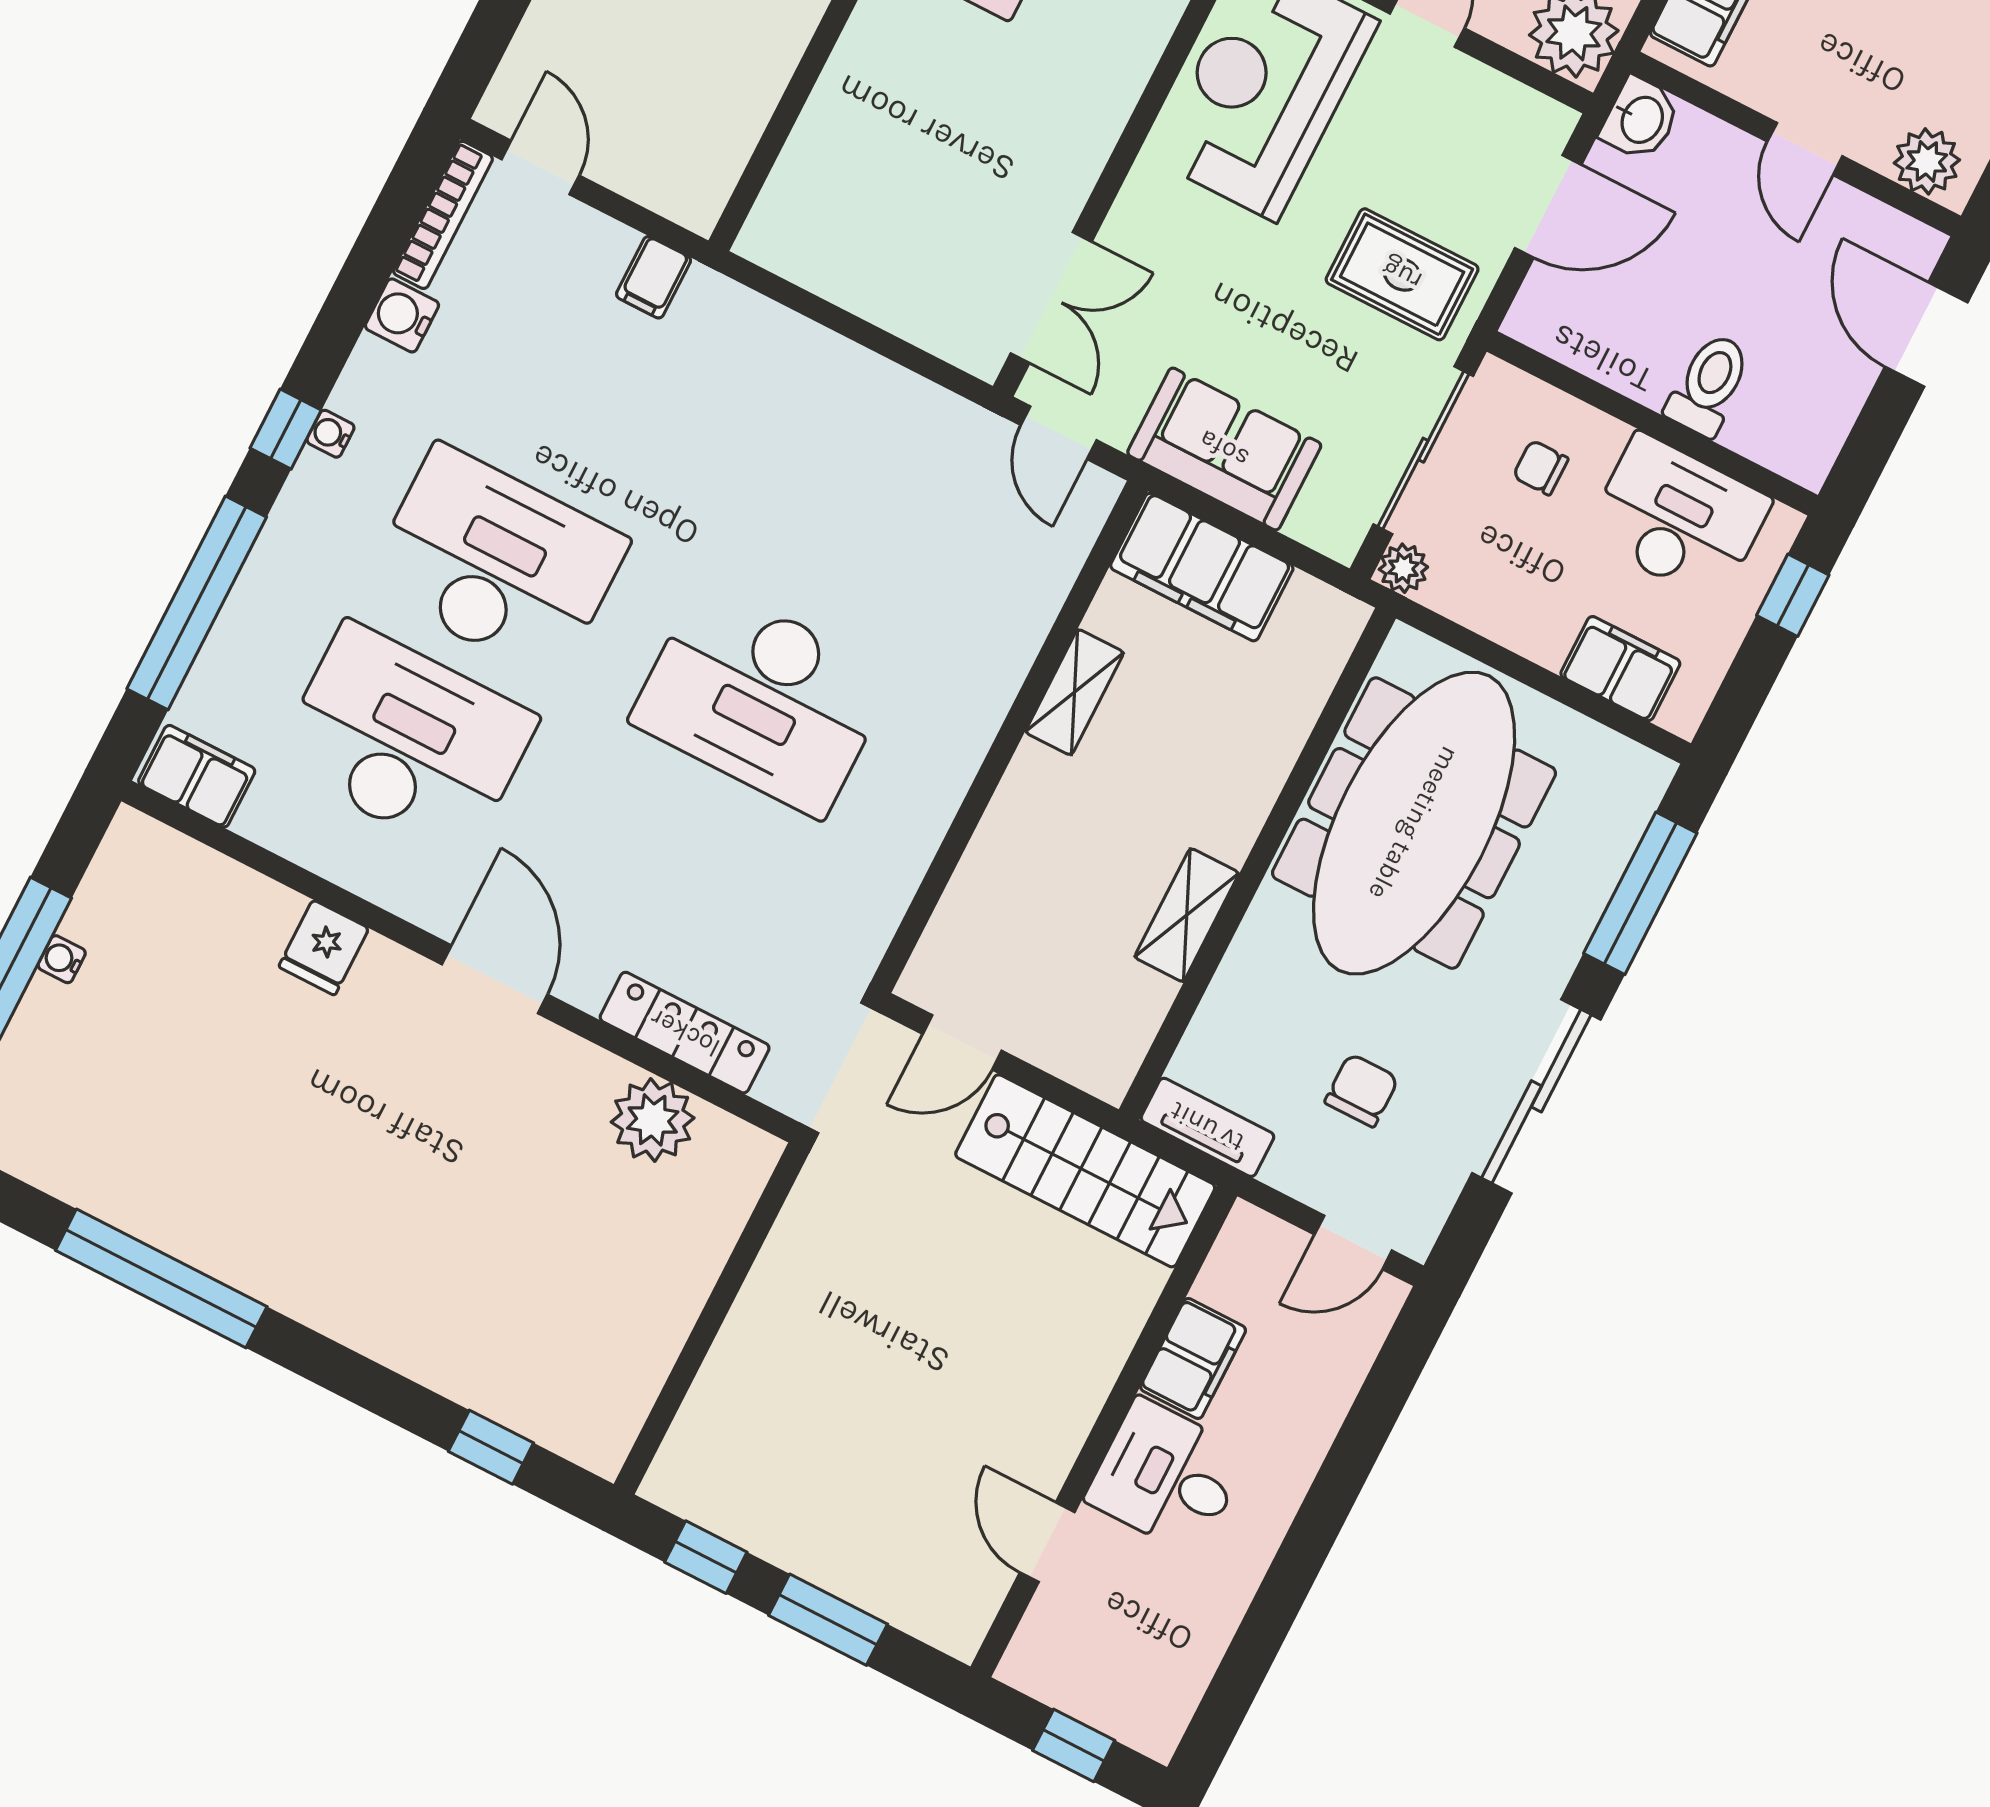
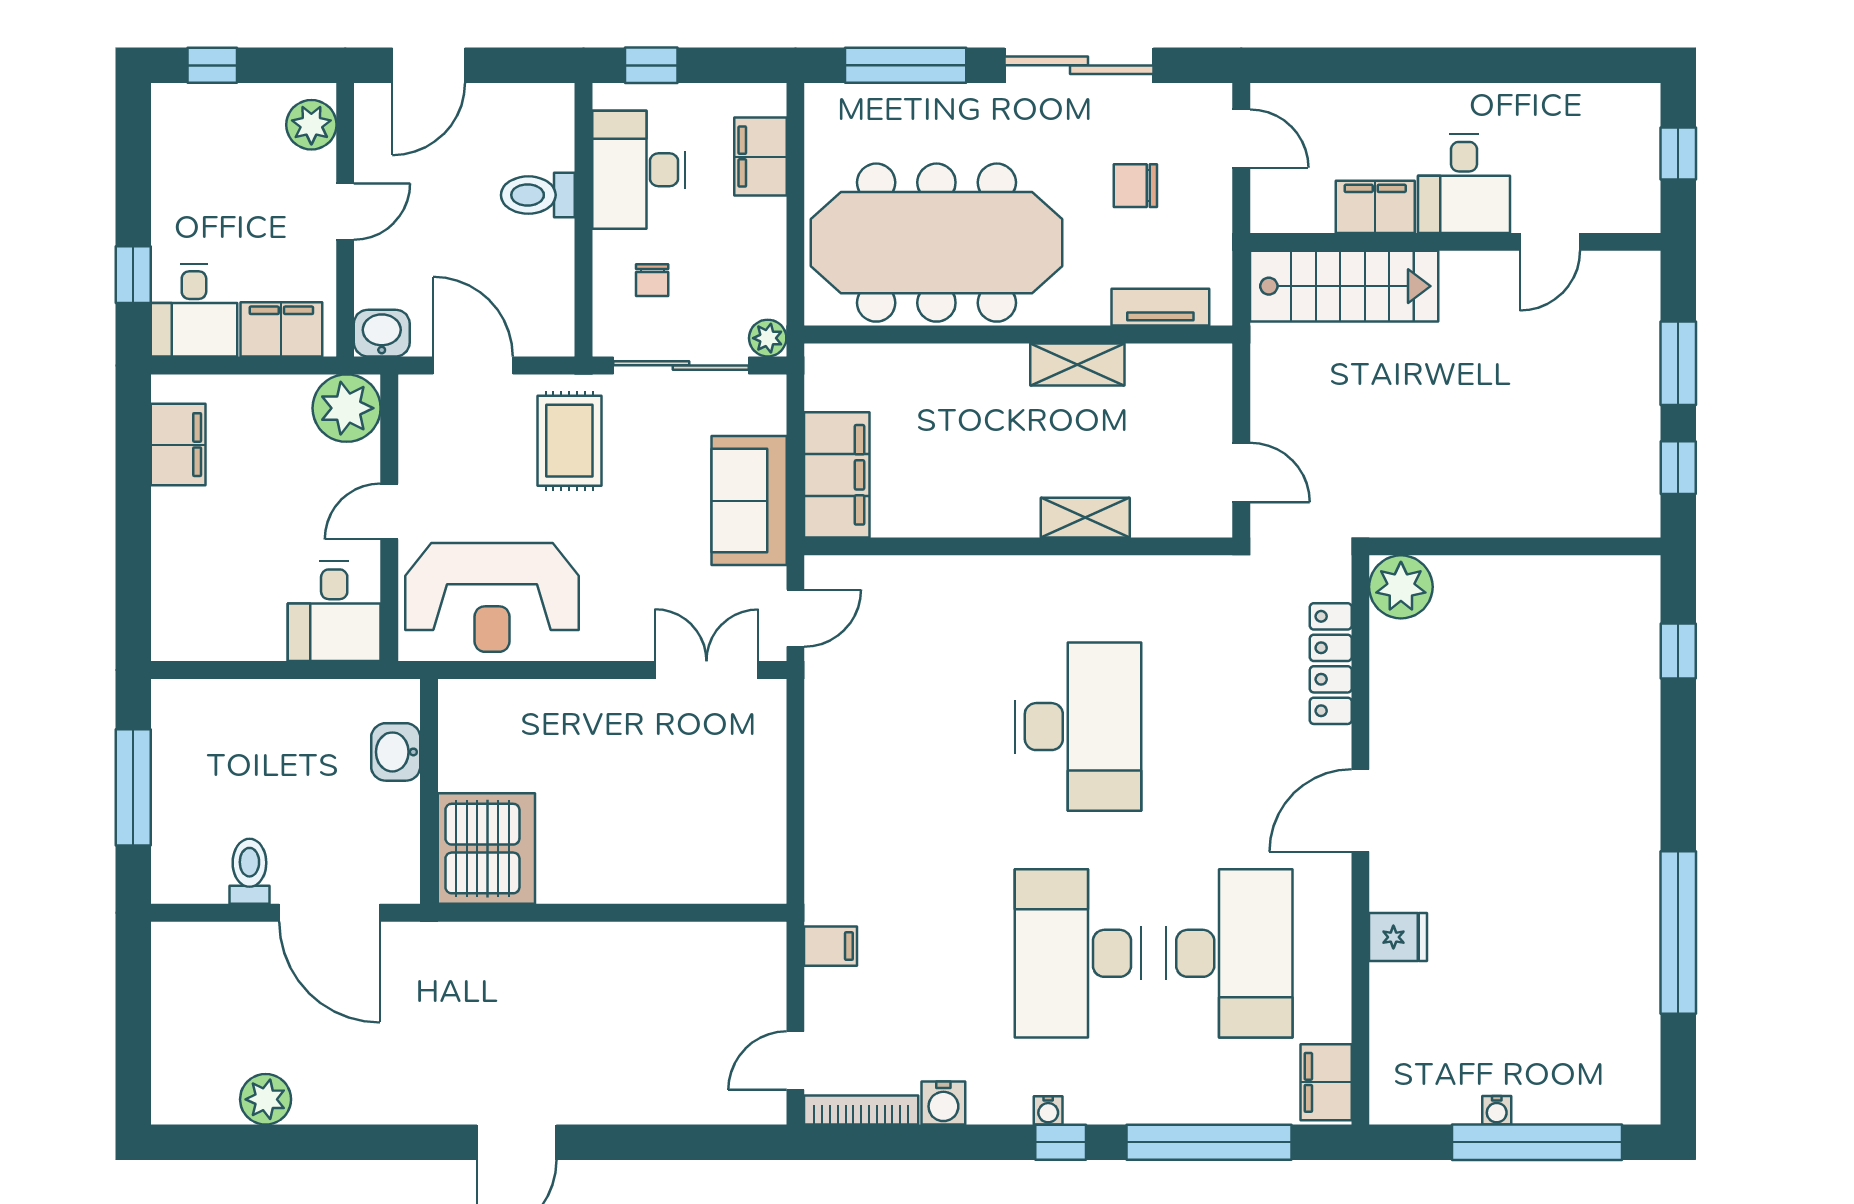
shelving: (1074, 692) -> (1085, 518), moved
desk: (406, 740) -> (1229, 953), turned 180
plant: (653, 1120) -> (1401, 587), moved
tv unit: (1207, 1127) -> (1160, 307), moved, turned 90
stairs: (1085, 1171) -> (1344, 286), moved, turned 90

